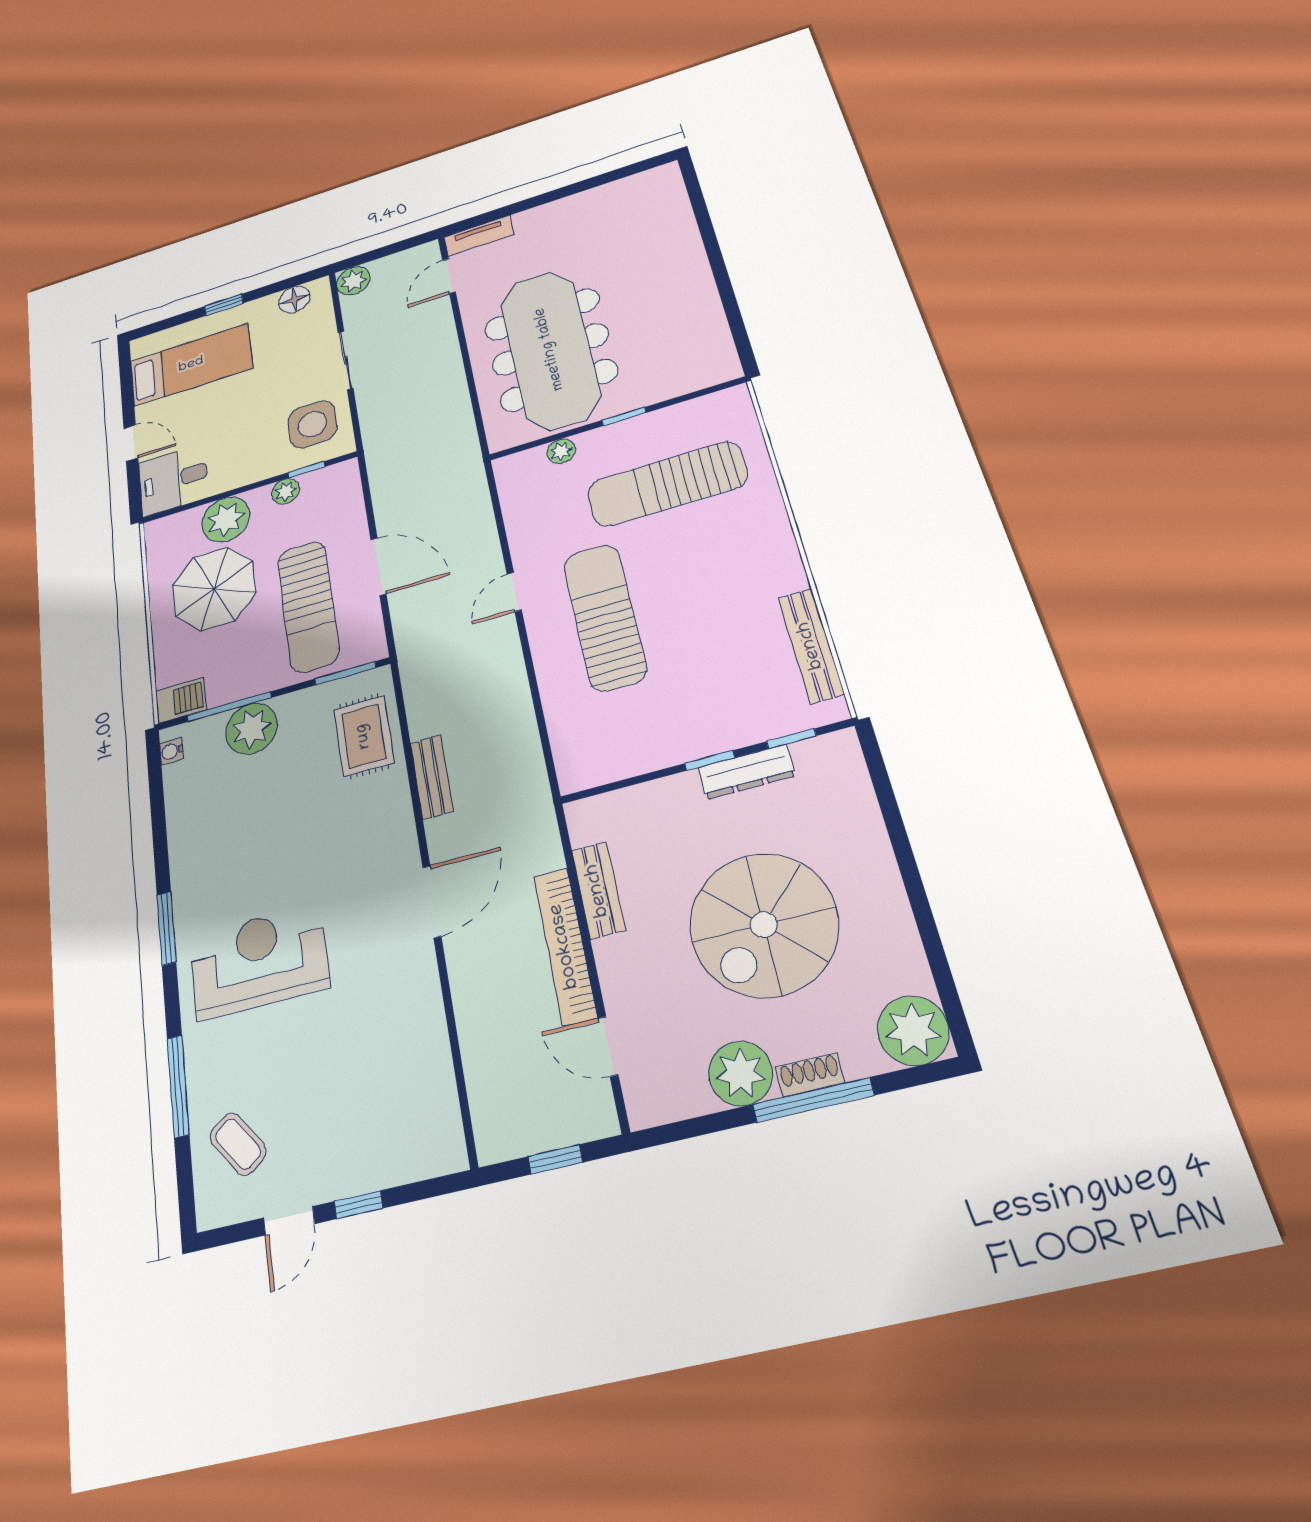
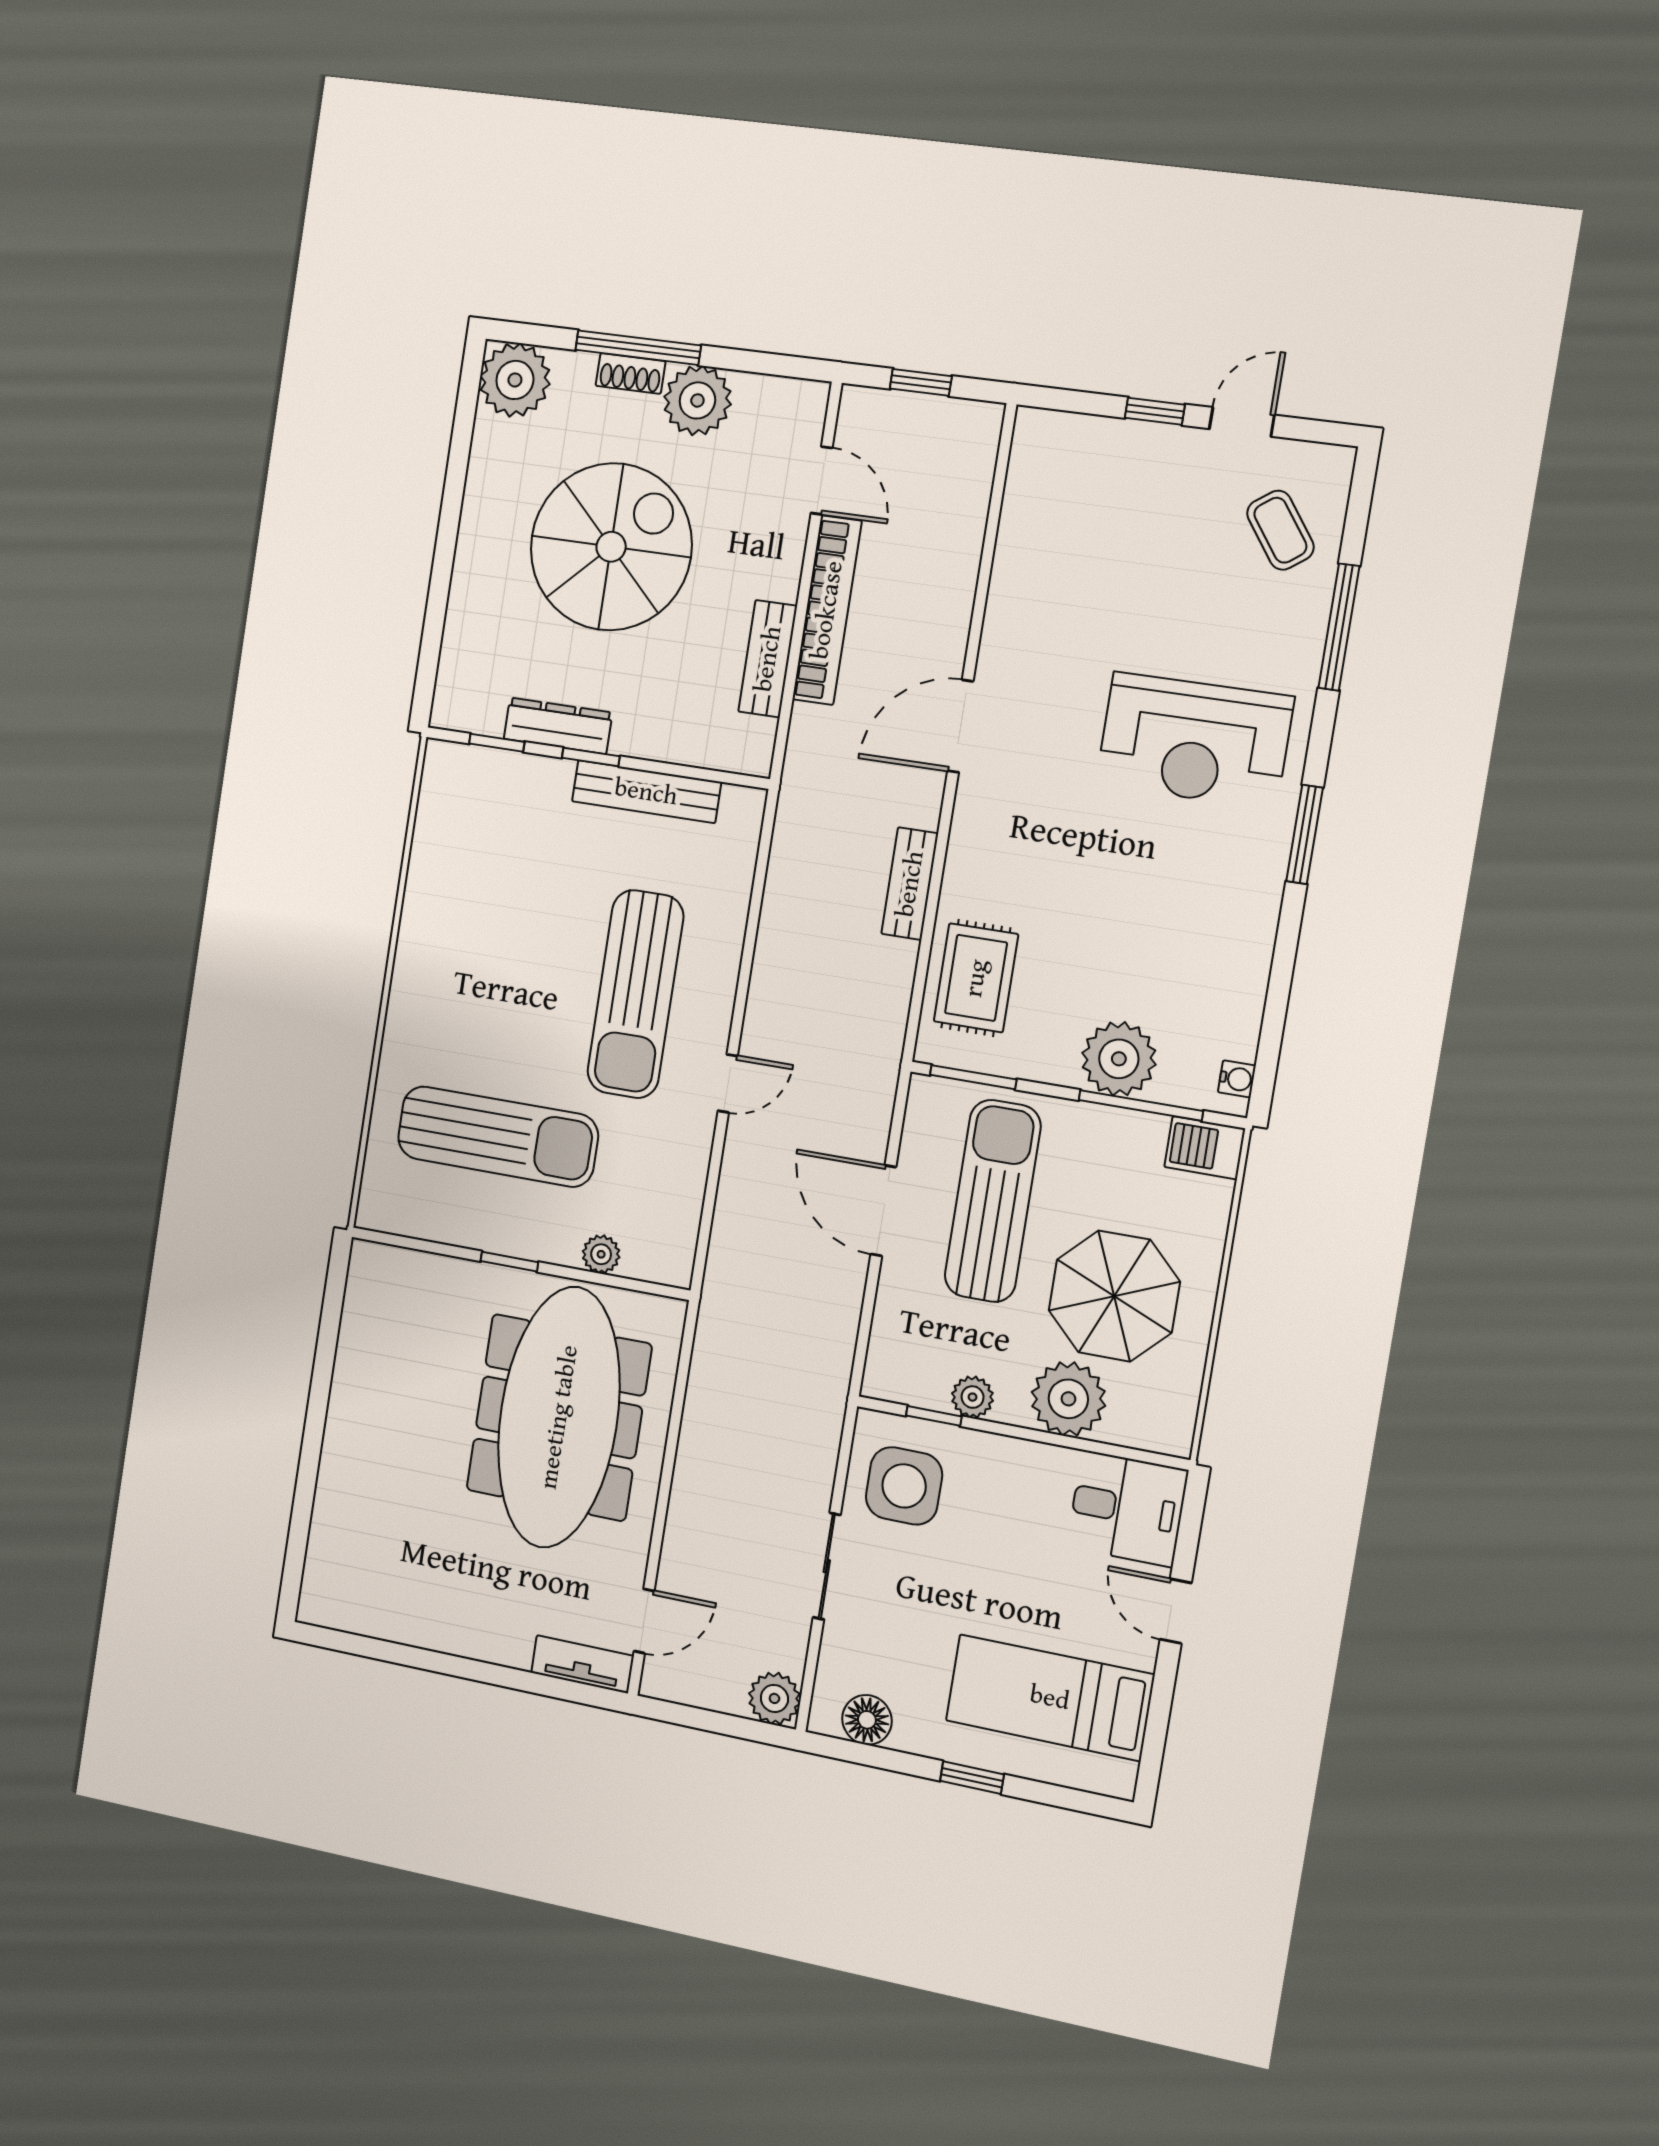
bench: (811, 645) -> (646, 792), moved, turned 90

